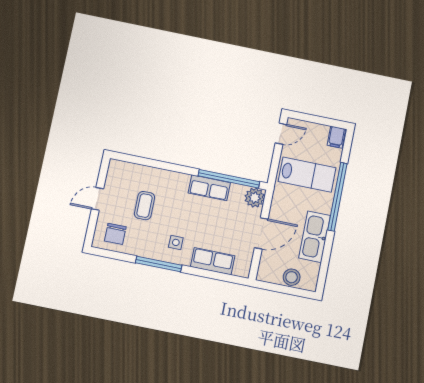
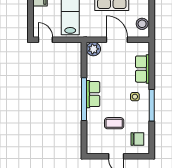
window: (229, 179) -> (84, 99), moved
row of seats: (209, 188) -> (93, 94), moved
stool: (292, 277) -> (142, 24), moved

